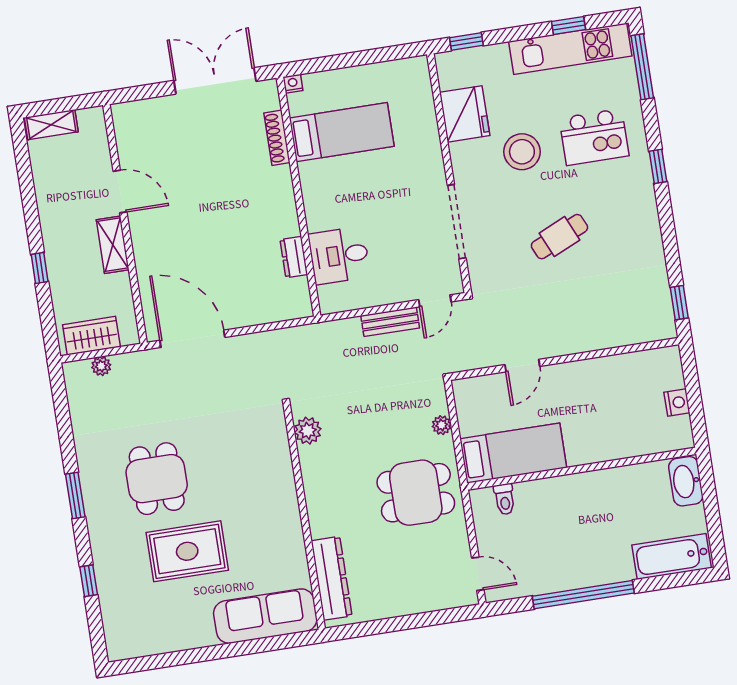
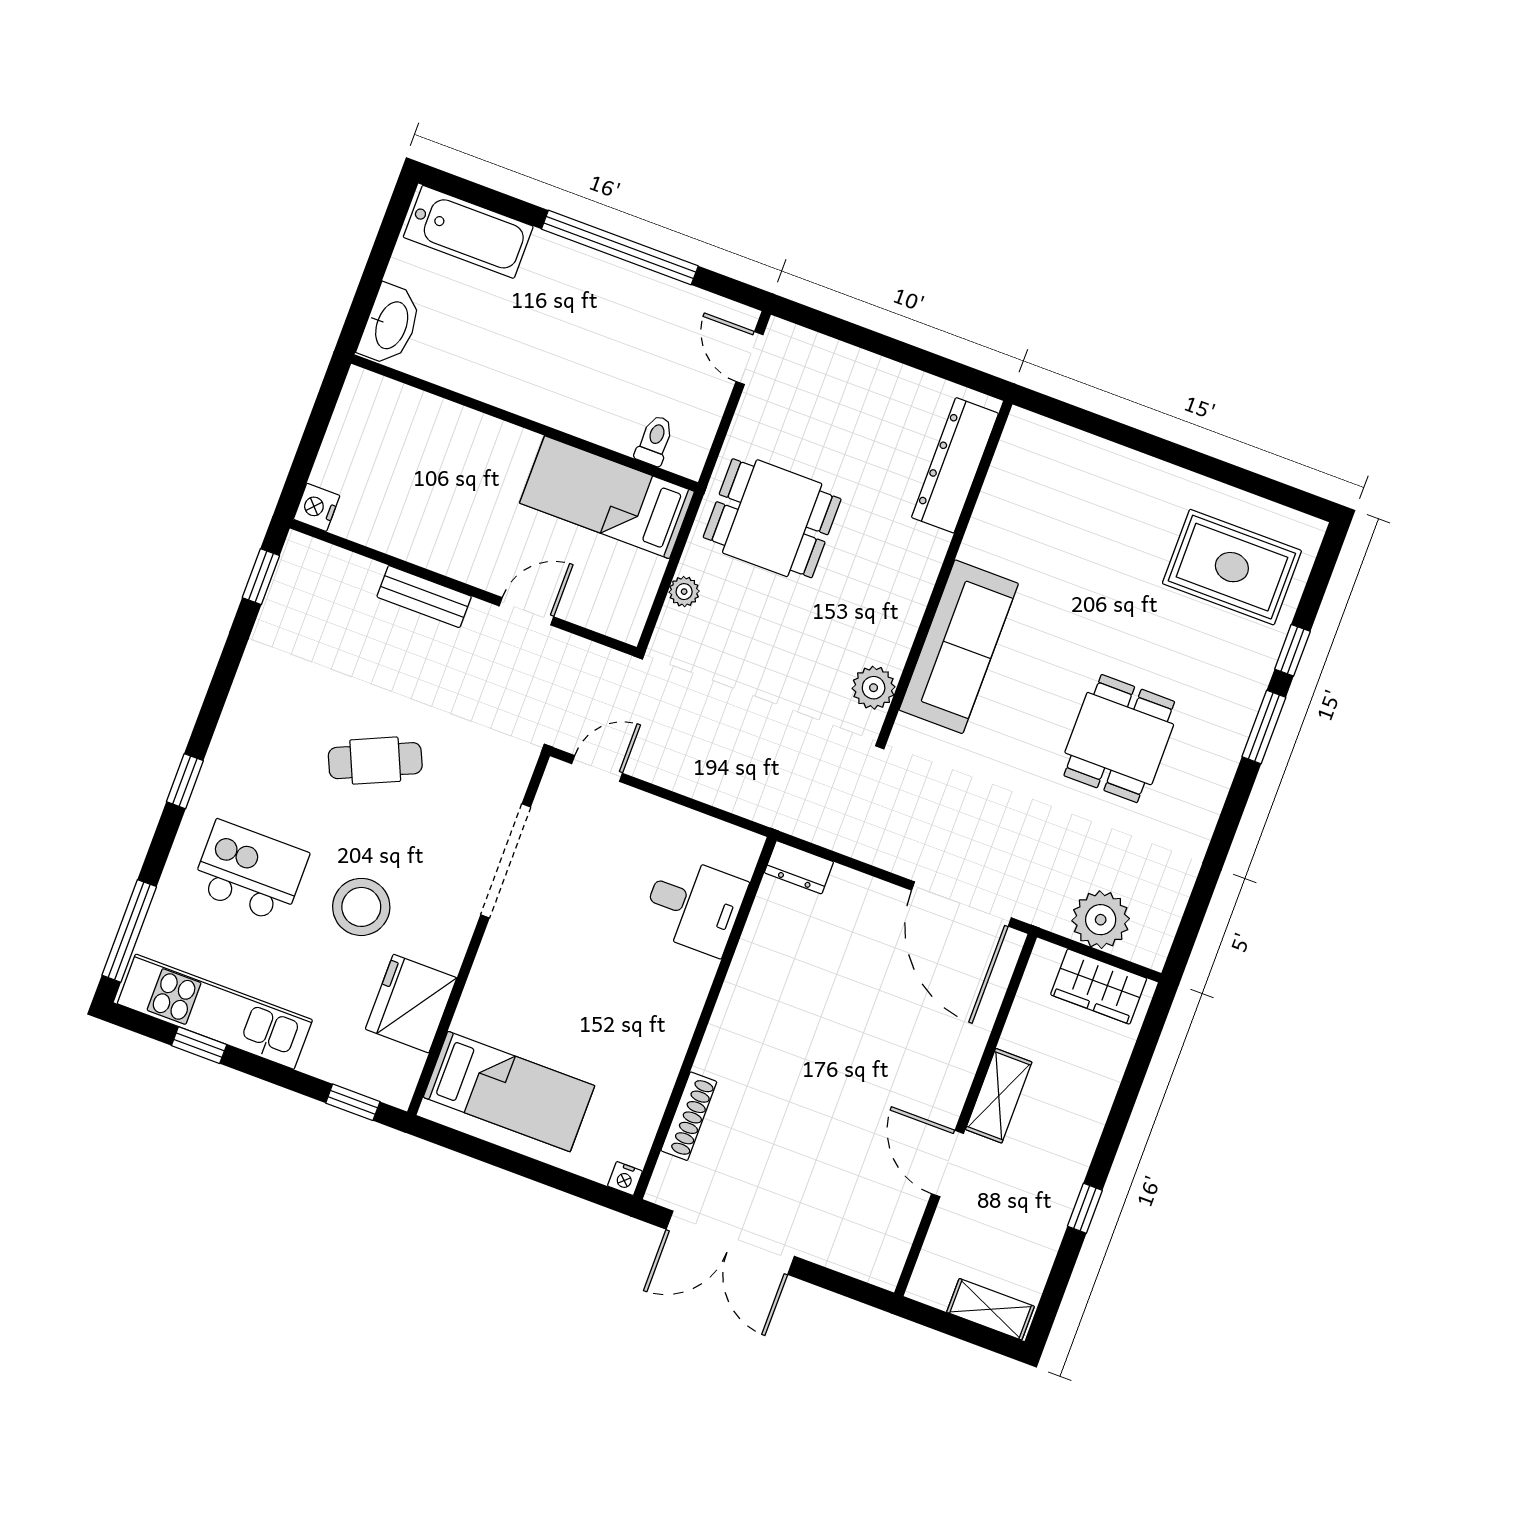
bed: (342, 132) -> (509, 1091), moved, turned 180
dresser: (294, 257) -> (799, 867), moved, turned 90
window: (40, 268) -> (1085, 1208), moved
bench: (390, 322) -> (424, 597), moved
plant: (101, 366) -> (1101, 920), width x1.88, depth x1.88
nightstand: (677, 402) -> (317, 507), moved
window: (75, 495) -> (1264, 727), moved
rug: (187, 551) -> (1232, 567), moved
sofa: (265, 616) -> (959, 647), moved, turned -90

